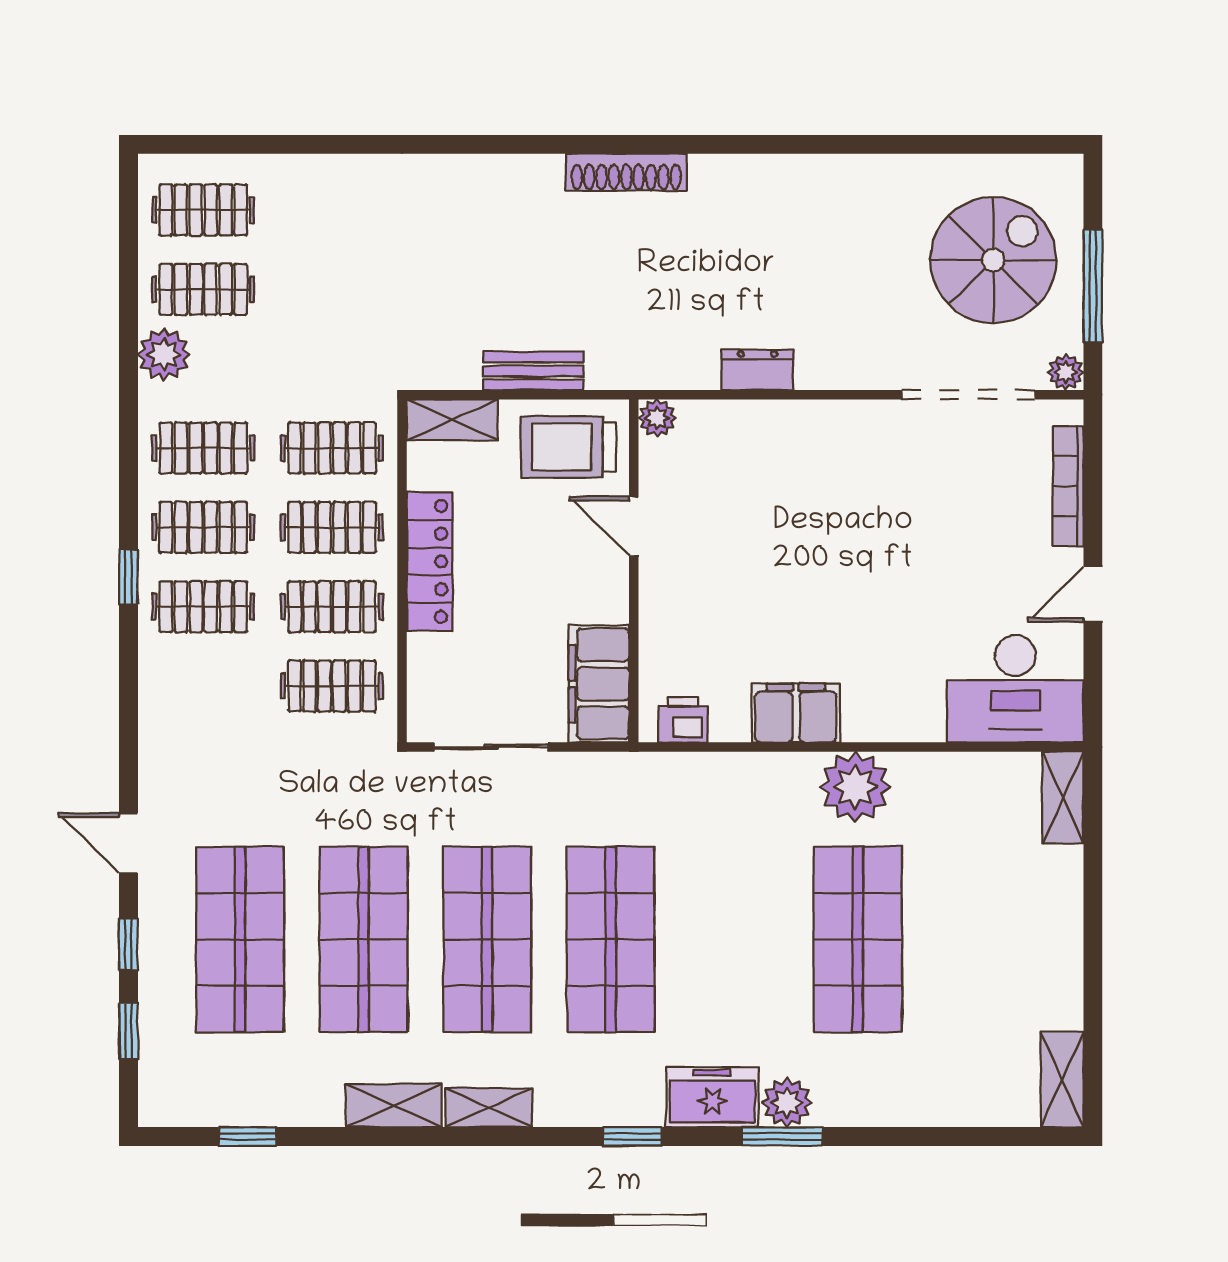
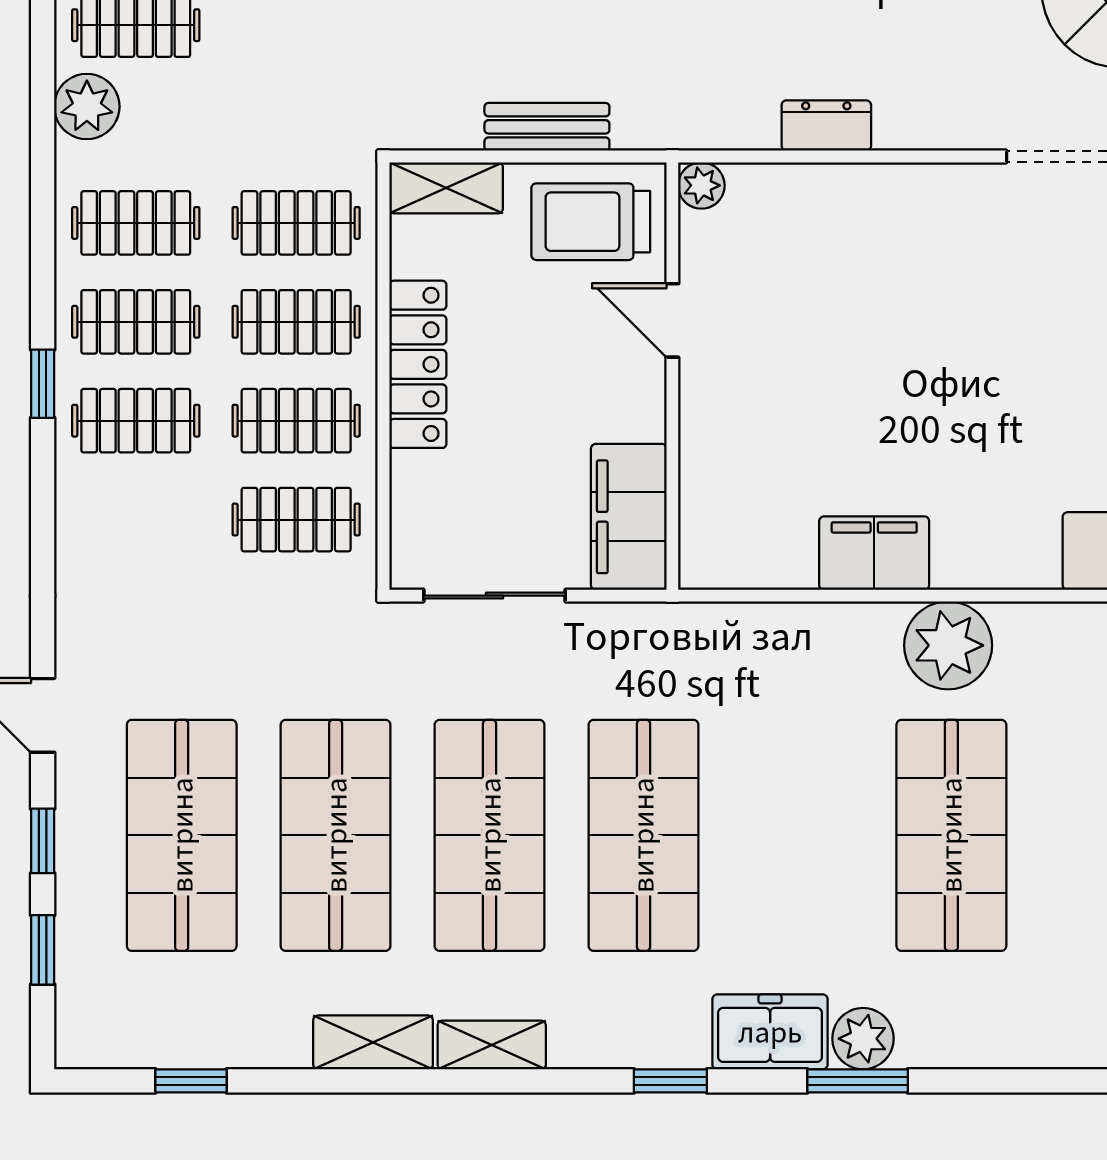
printer: (683, 720) -> (734, 562), removed

